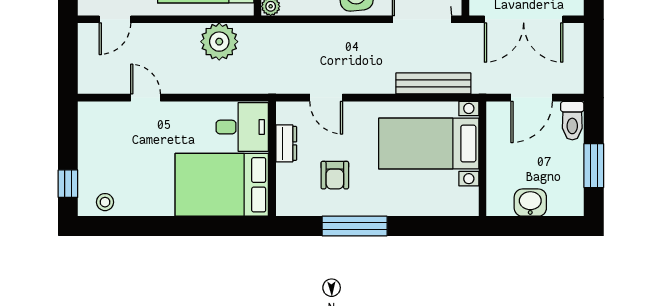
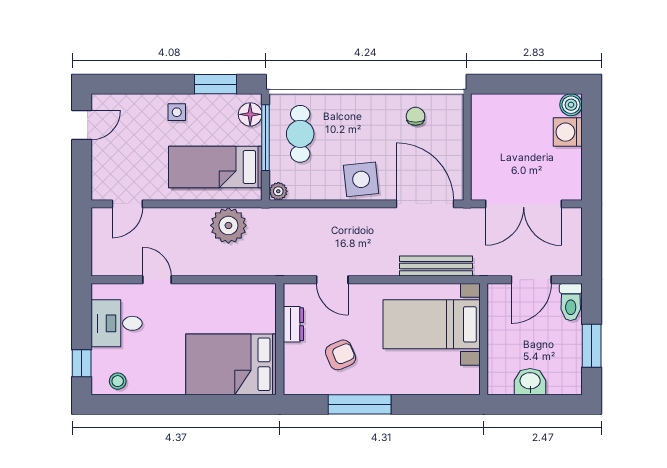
desk: (242, 127) -> (117, 323), moved, turned 180
armchair: (335, 175) -> (340, 355), turned -113

